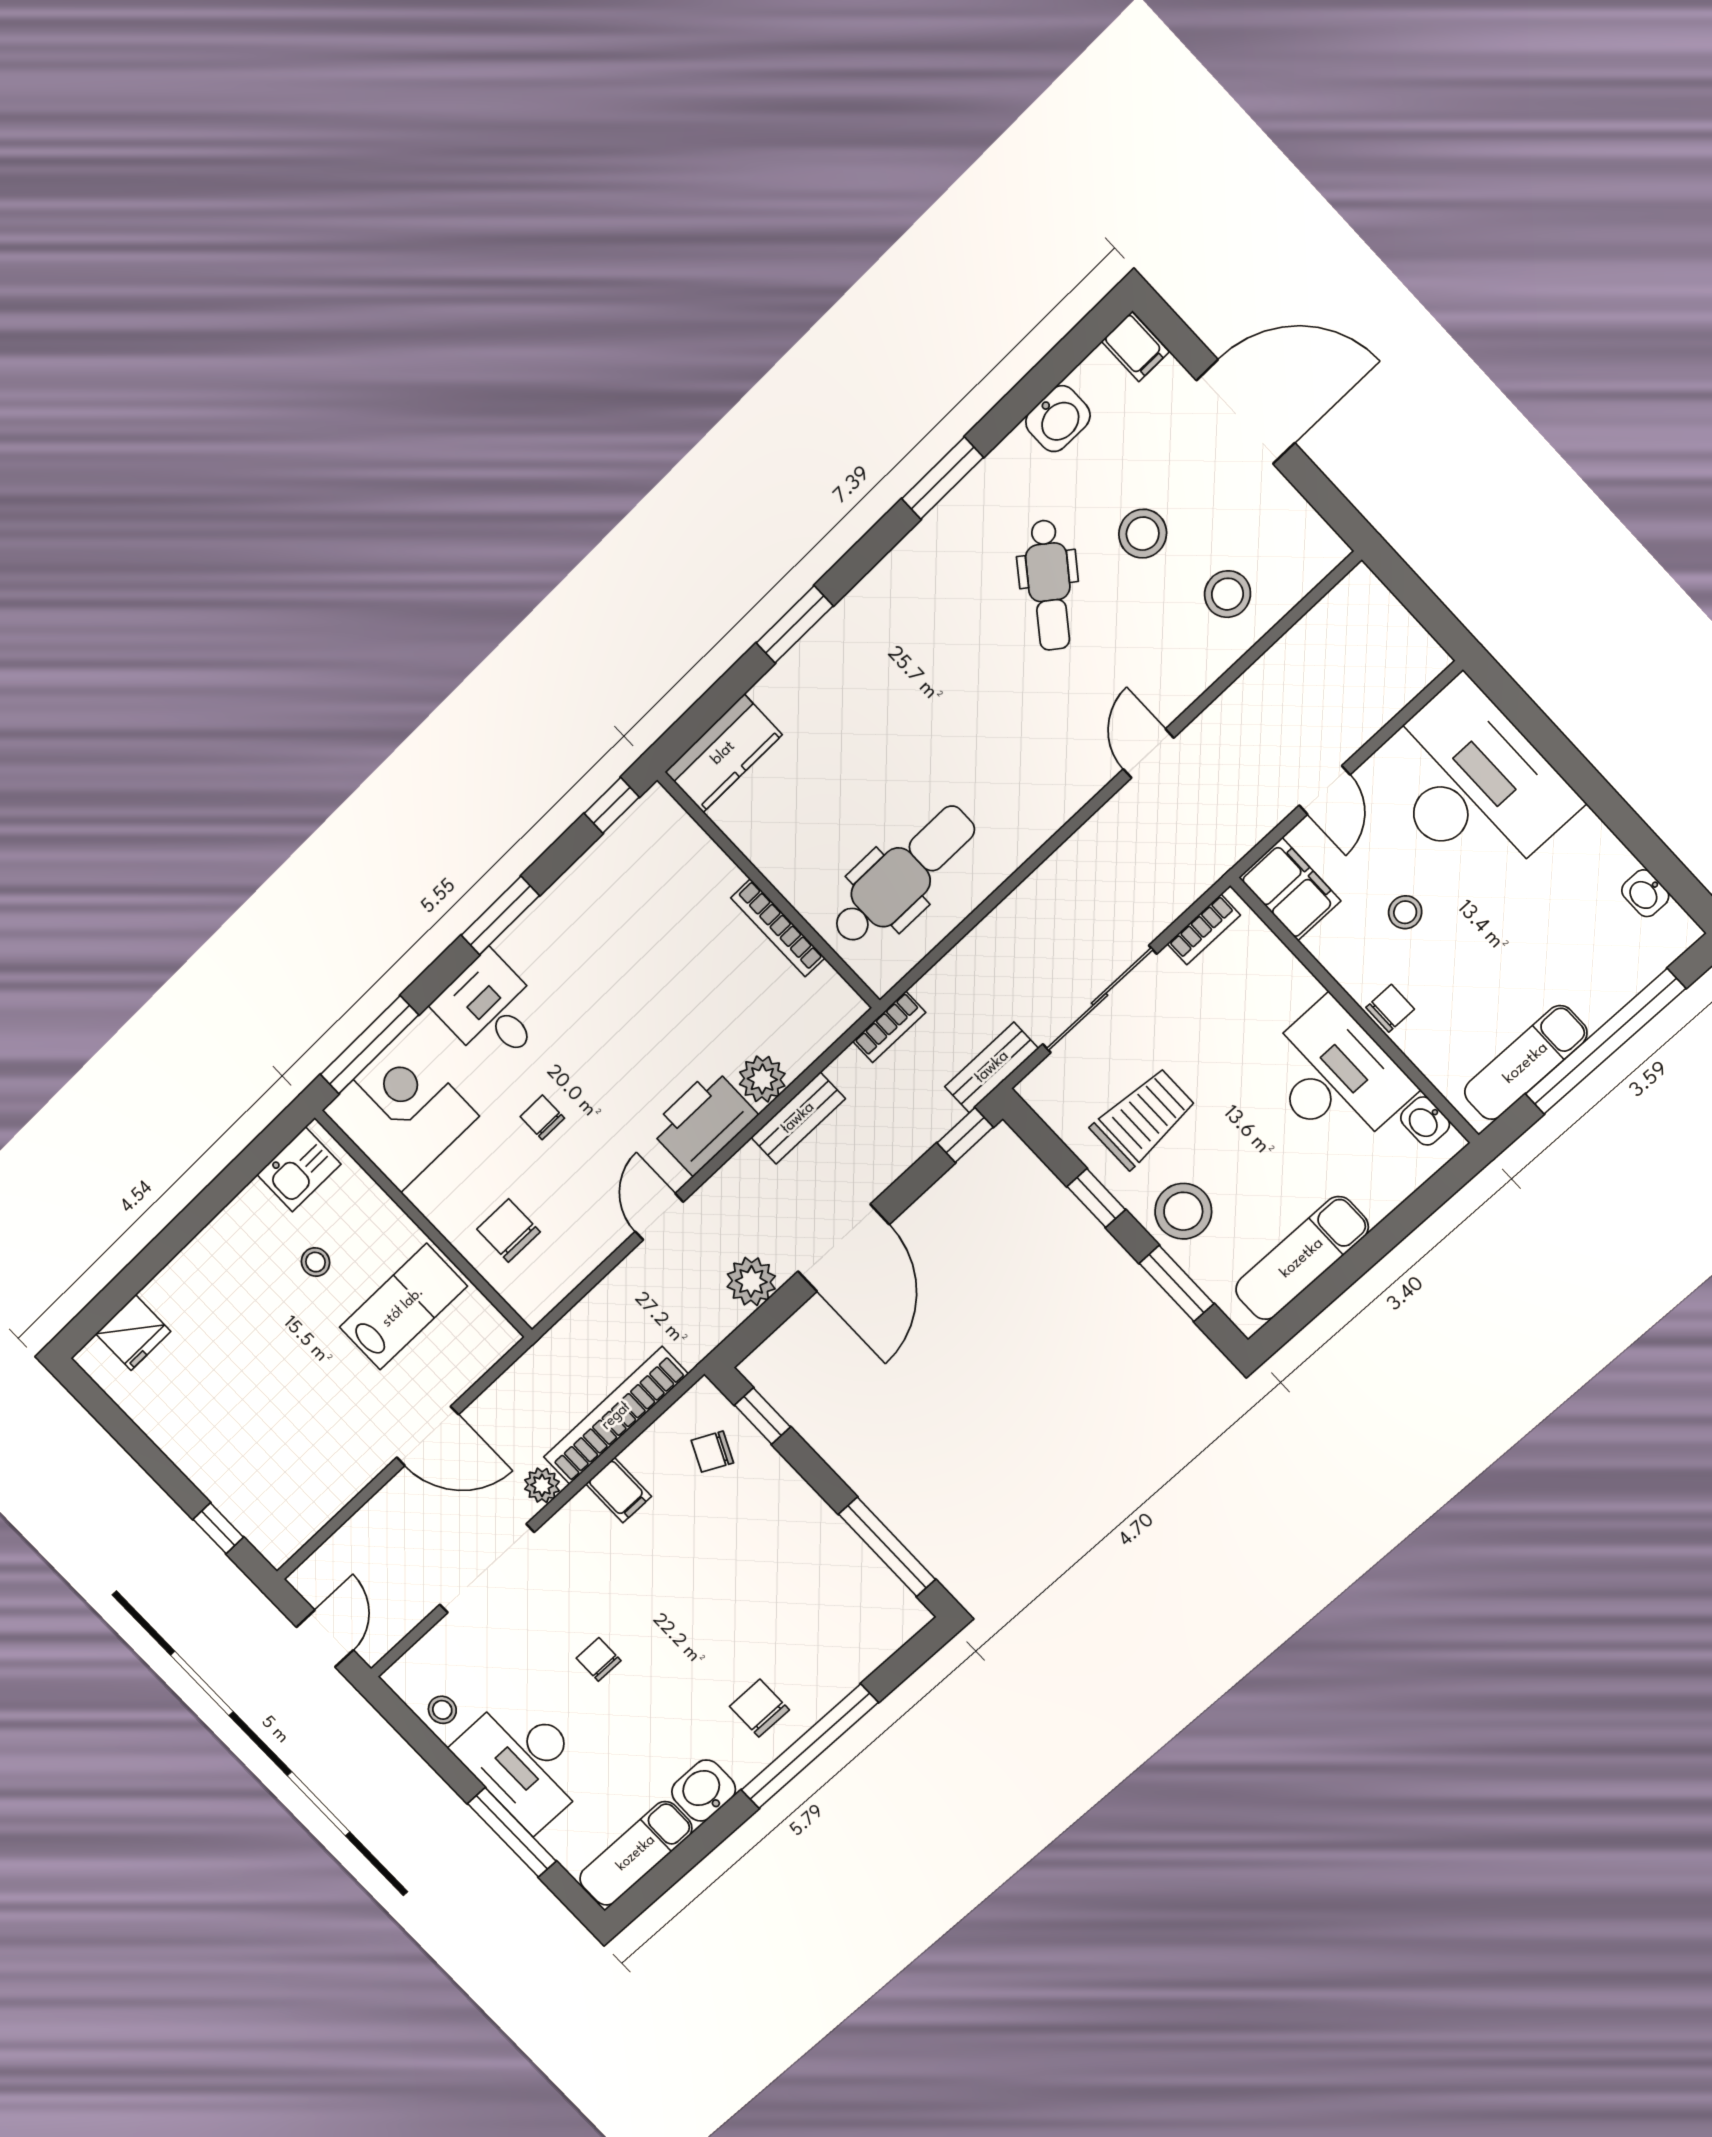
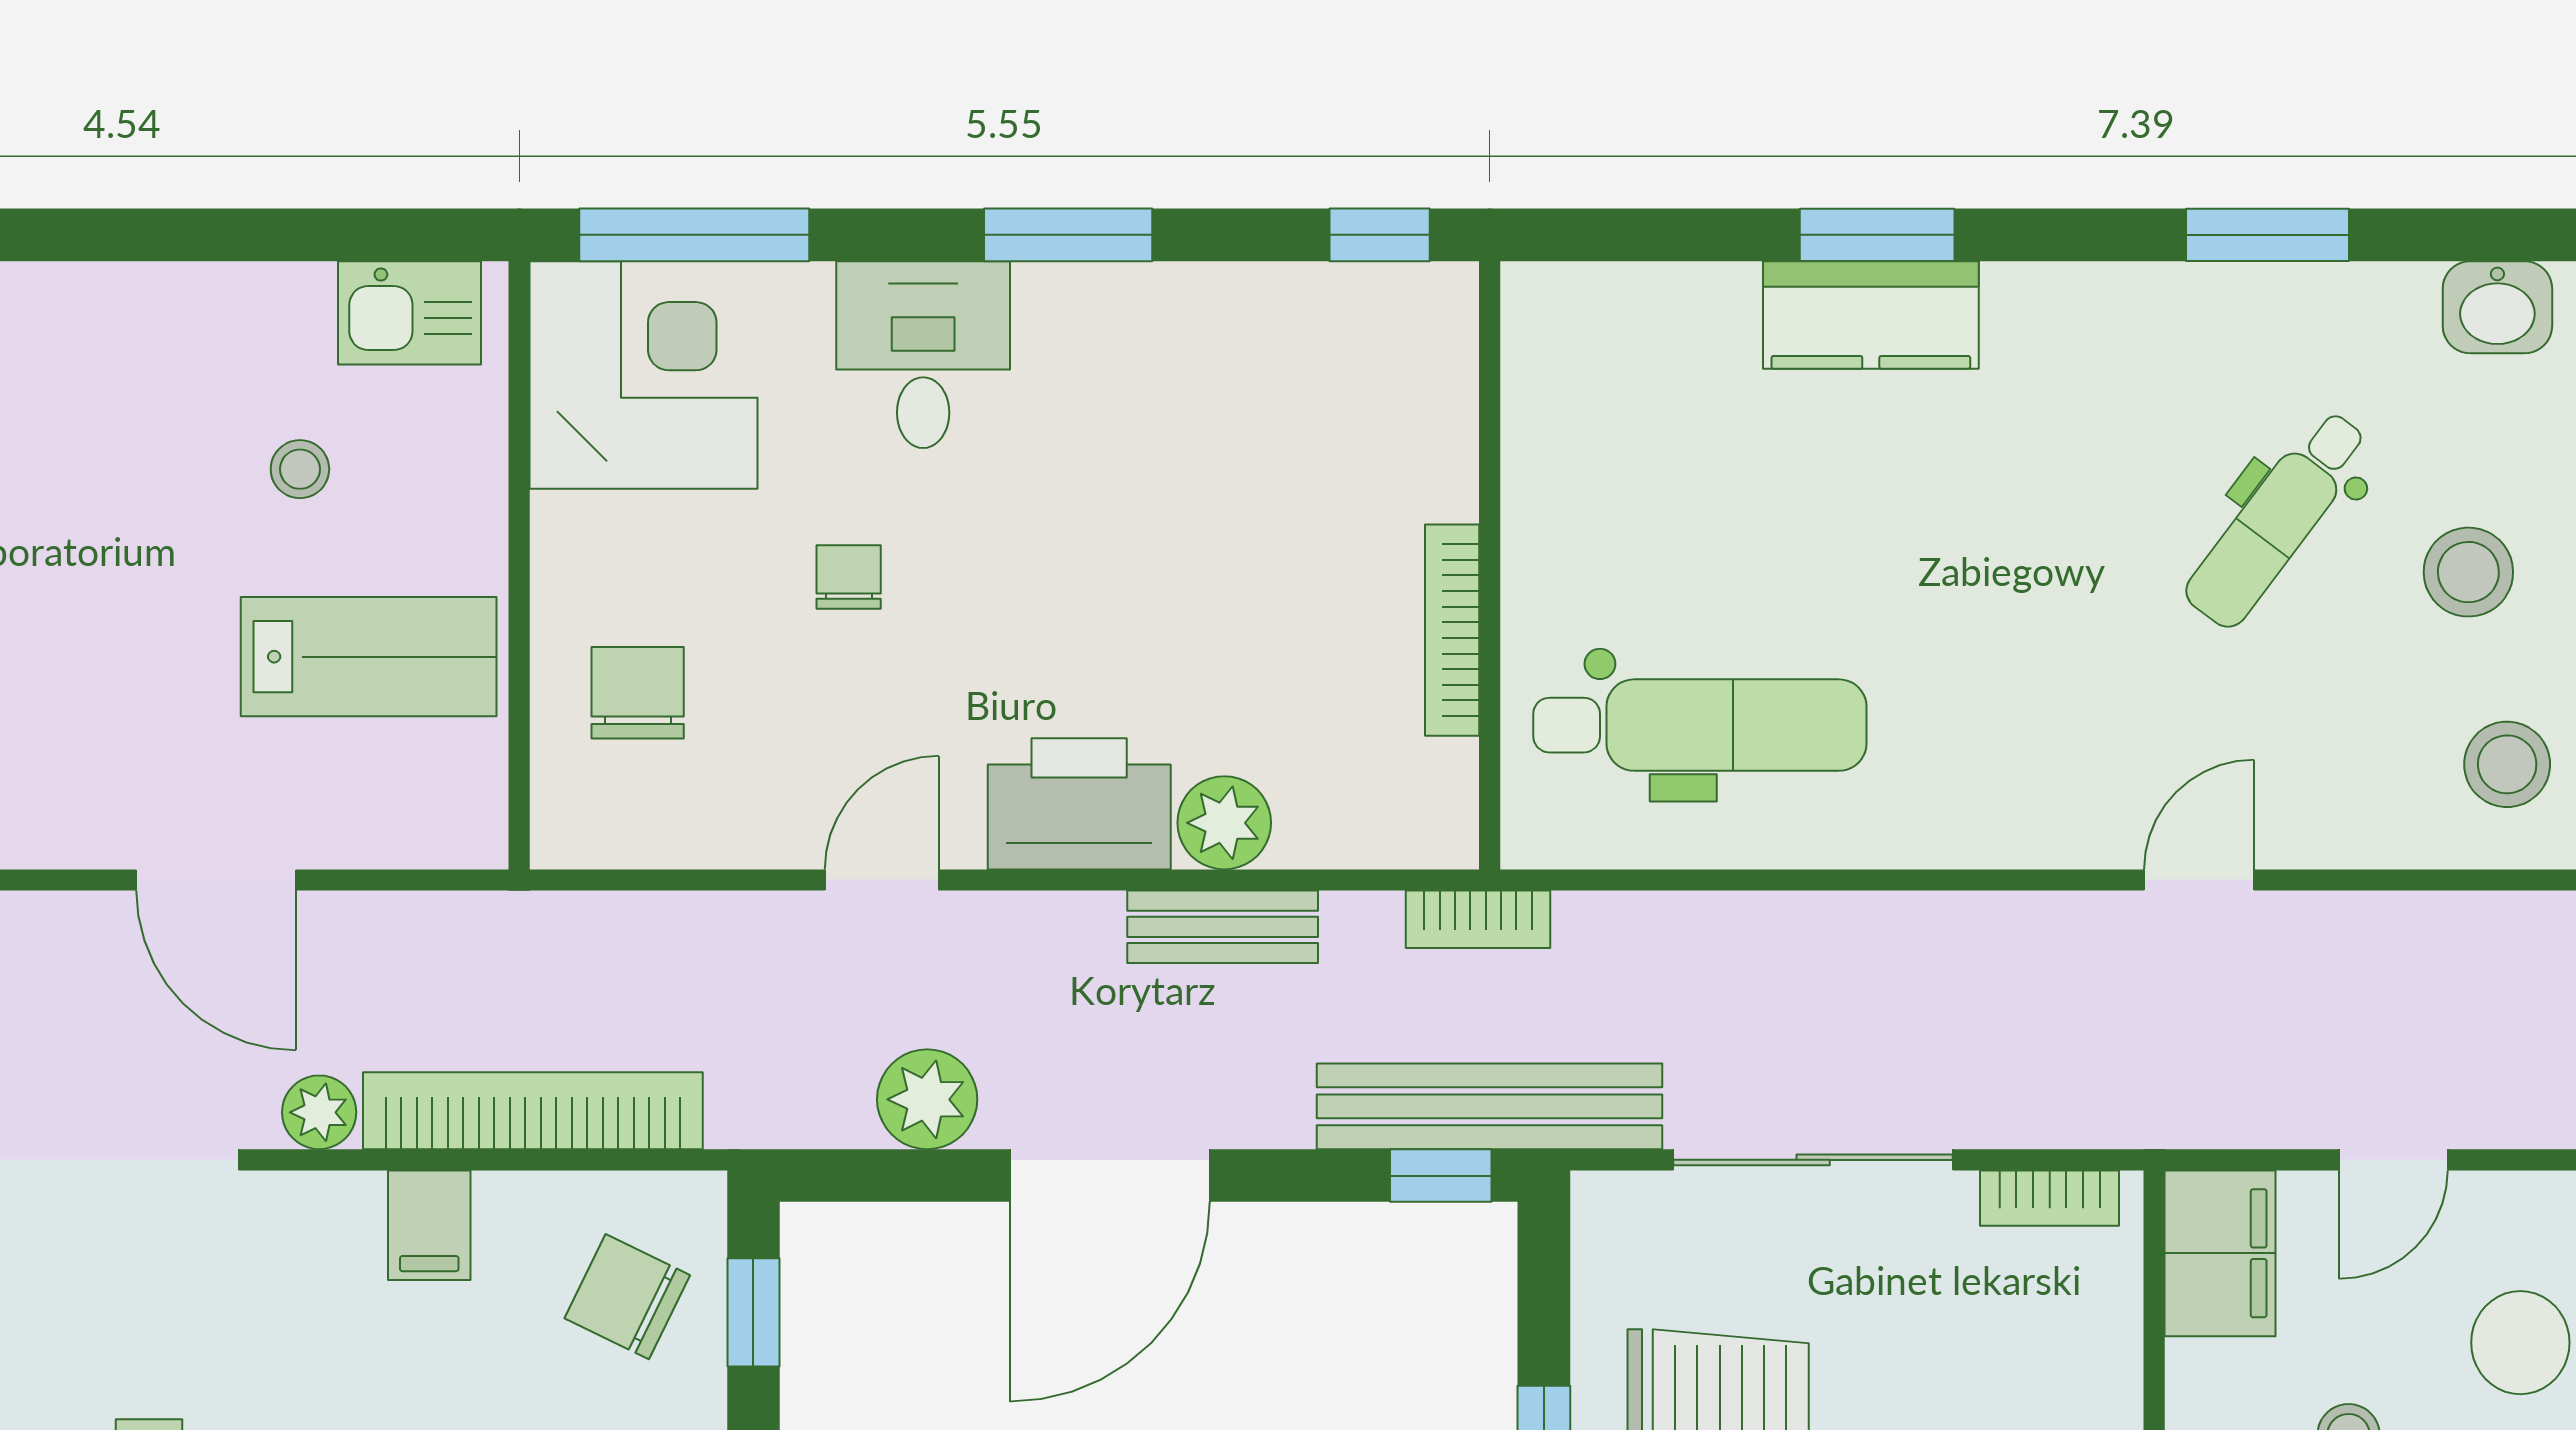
kitchen counter: (723, 753) -> (1871, 315), moved
bench: (992, 1067) -> (1490, 1106), width x1.86, depth x1.21
chair: (712, 1452) -> (627, 1297), width x1.37, depth x1.37

